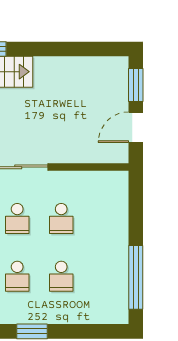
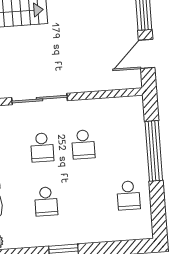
school desk: (61, 276) -> (128, 195), moved
window: (136, 277) -> (154, 151), moved

